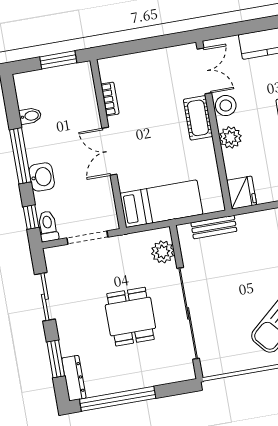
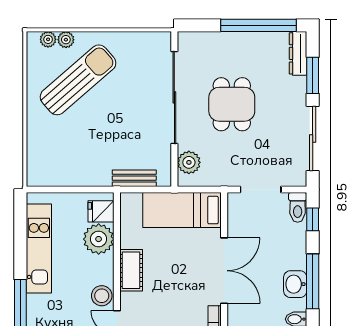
cot: (198, 118) -> (131, 270), moved
plant: (230, 137) -> (99, 239), moved, width x1.36, depth x1.36
double door: (109, 151) -> (224, 271), width x1.37
washbasin: (42, 177) -> (295, 284), moved
fridge: (242, 193) -> (101, 211), width x0.72
sliding door: (45, 297) -> (313, 138), width x1.37

